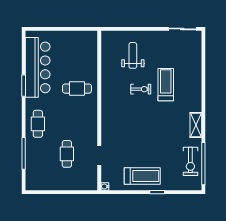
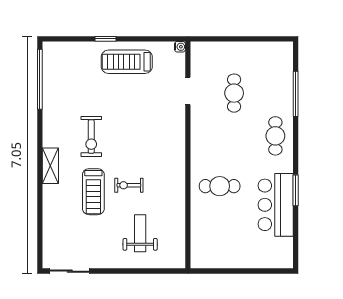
weight bench: (133, 55) -> (140, 233), turned 180
bar counter: (38, 67) -> (276, 205), width x0.73
shelving: (196, 125) -> (50, 166), moved
exercise bike: (190, 161) -> (91, 136), moved, turned 180

